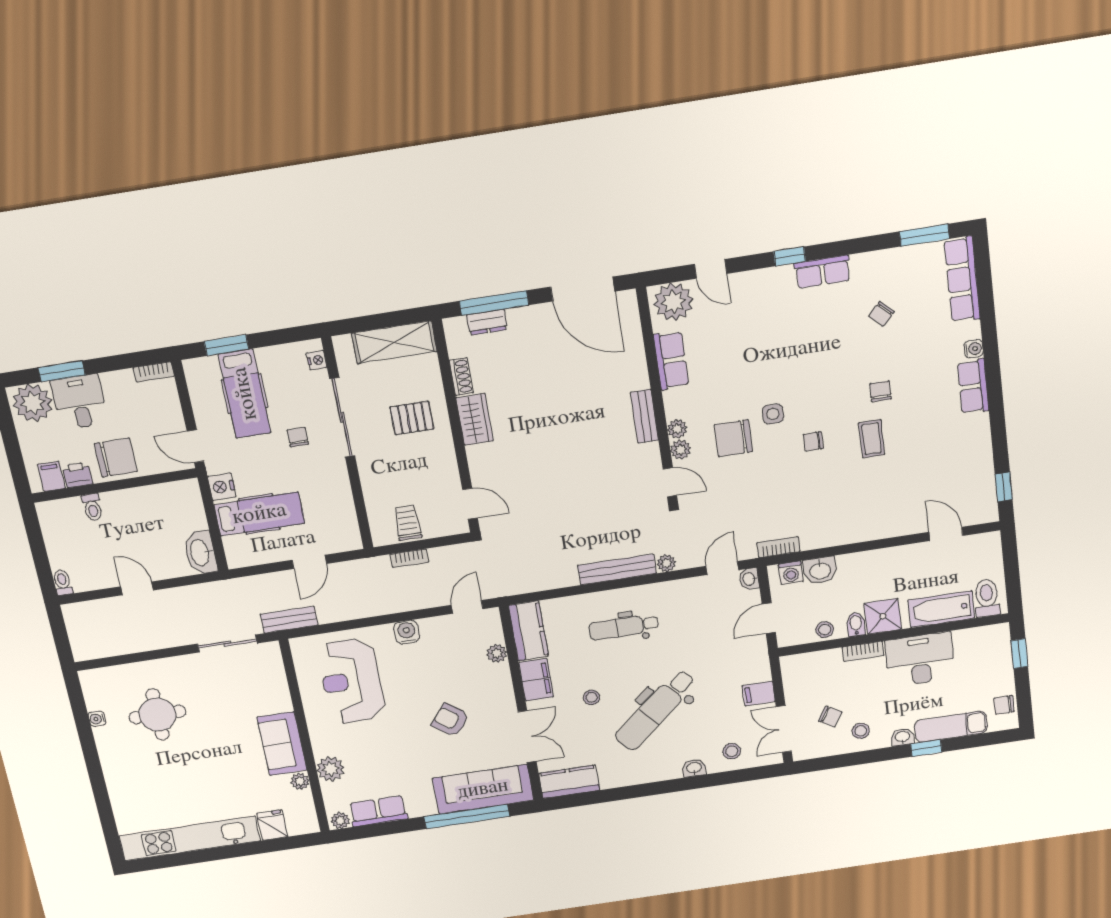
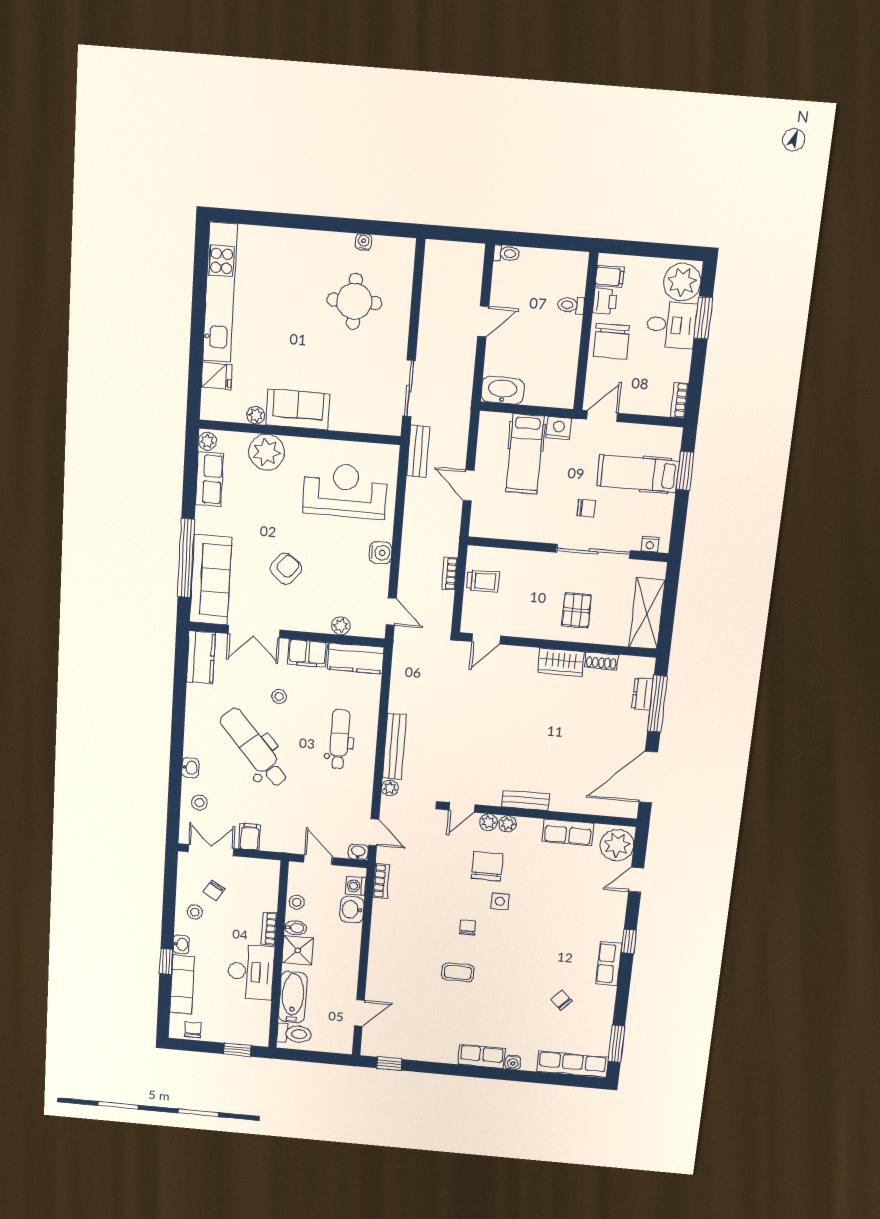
chair: (880, 391) -> (497, 987), removed
plant: (330, 769) -> (266, 452), width x1.36, depth x1.36

